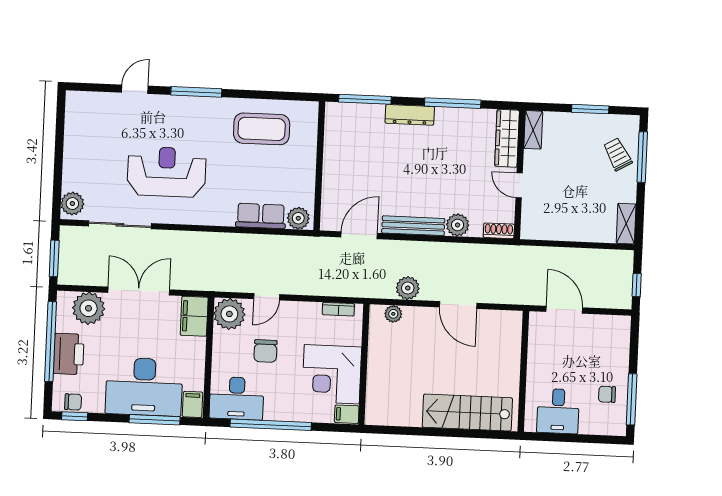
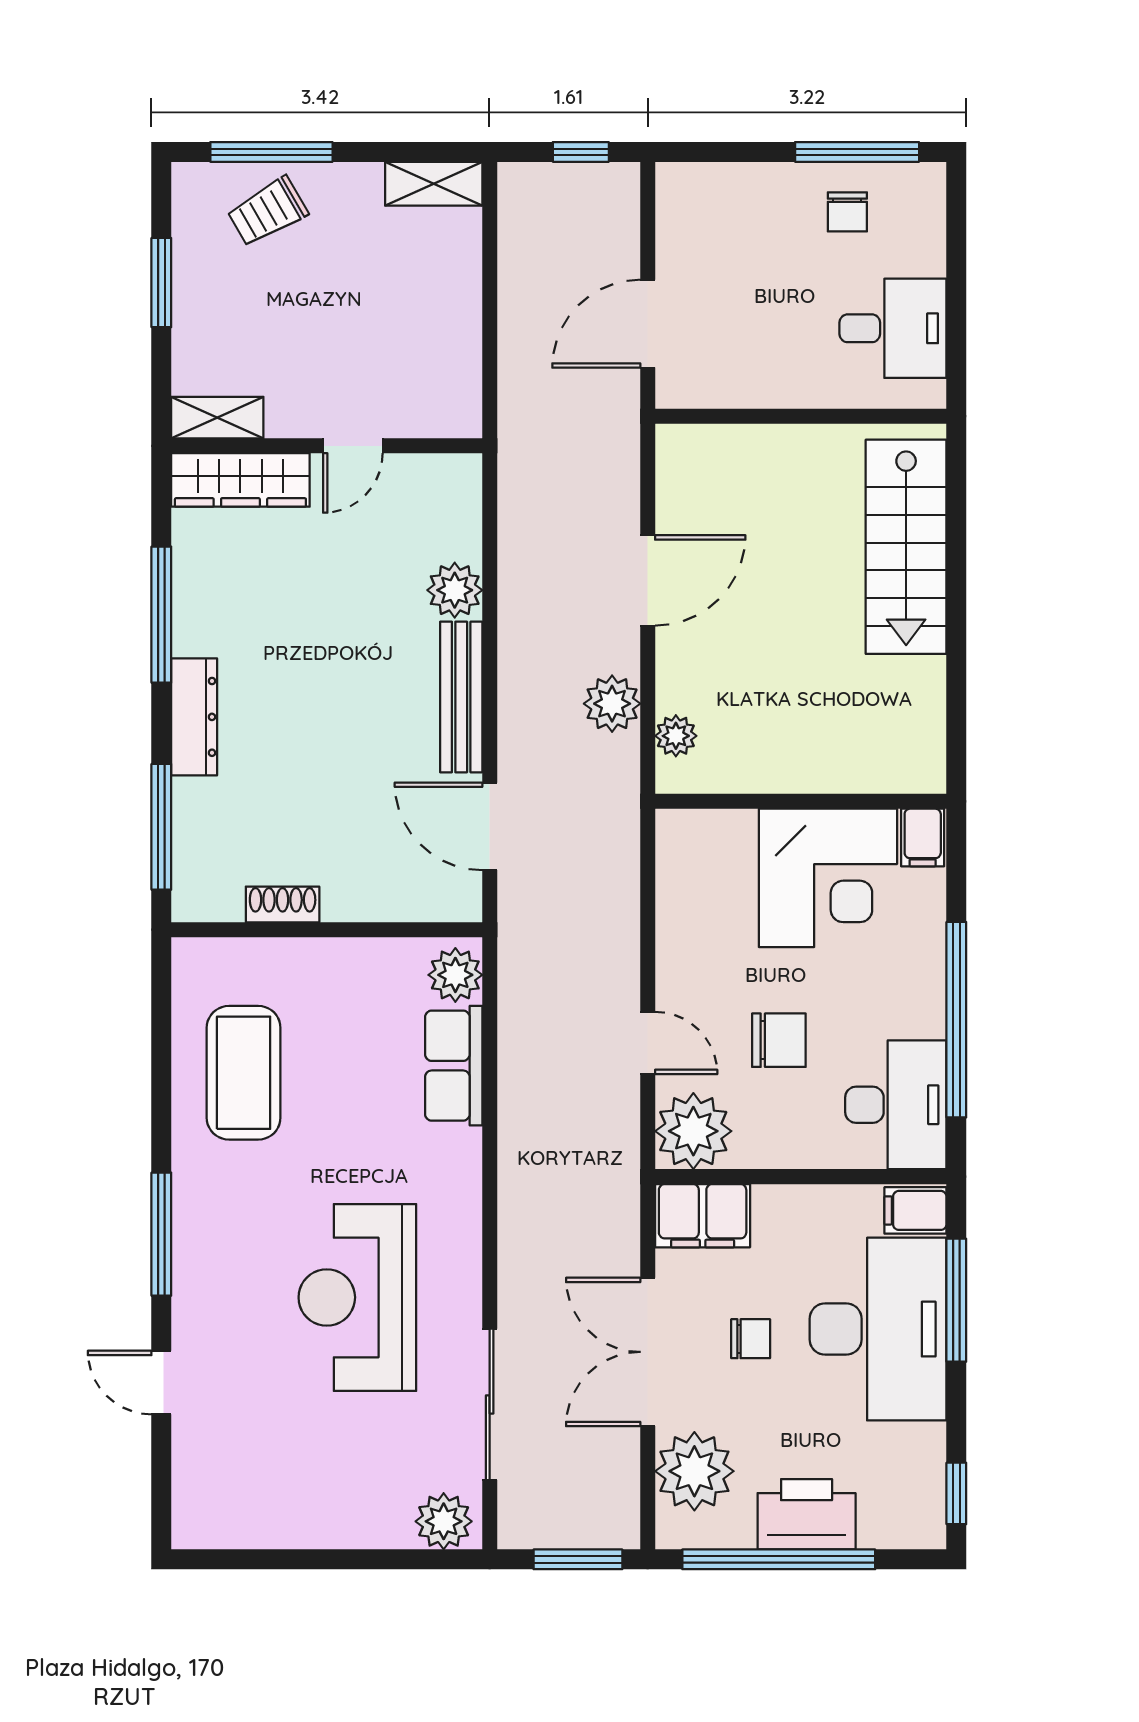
shoe rack: (499, 231) -> (283, 904), moved, turned 90
bookcase: (338, 309) -> (670, 869), removed
chair: (73, 402) -> (751, 1339), moved, turned 90

